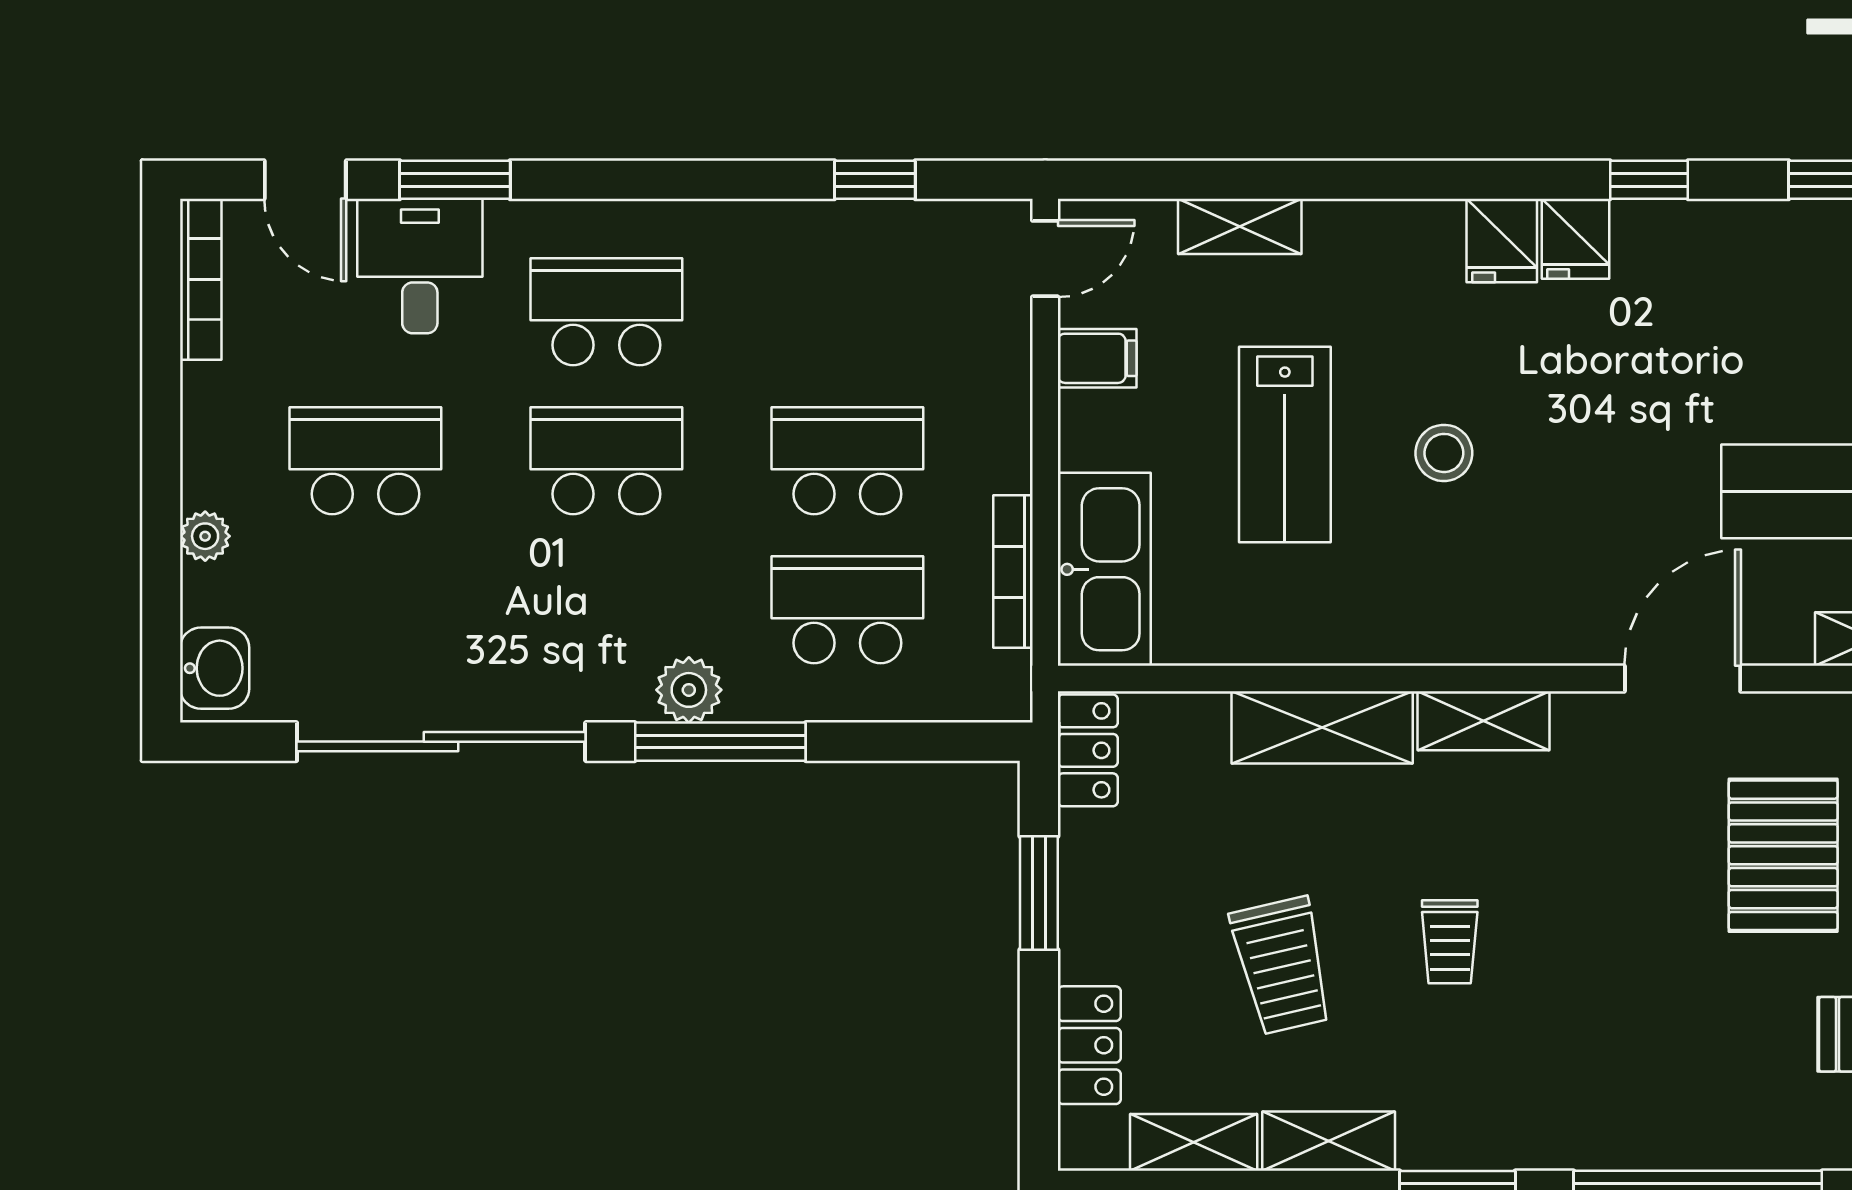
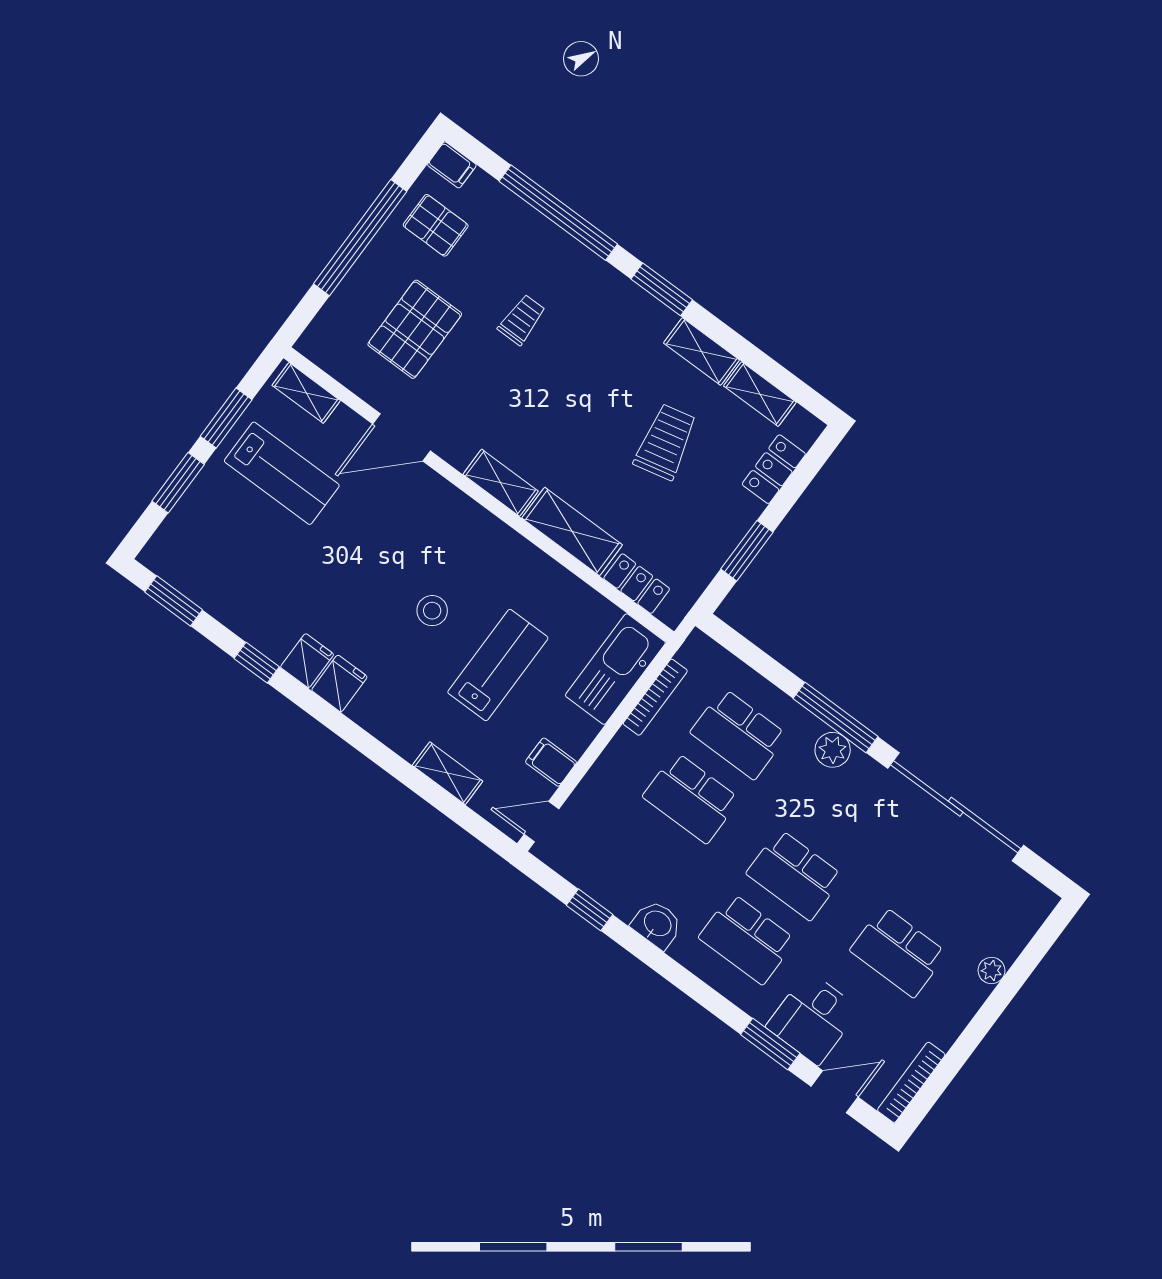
door: (305, 180) -> (835, 1092), hinge flipped
washbasin: (215, 668) -> (657, 924), moved, turned 90
locker: (1088, 750) -> (637, 584), moved, turned 90
trolley: (1450, 942) -> (522, 320), moved

